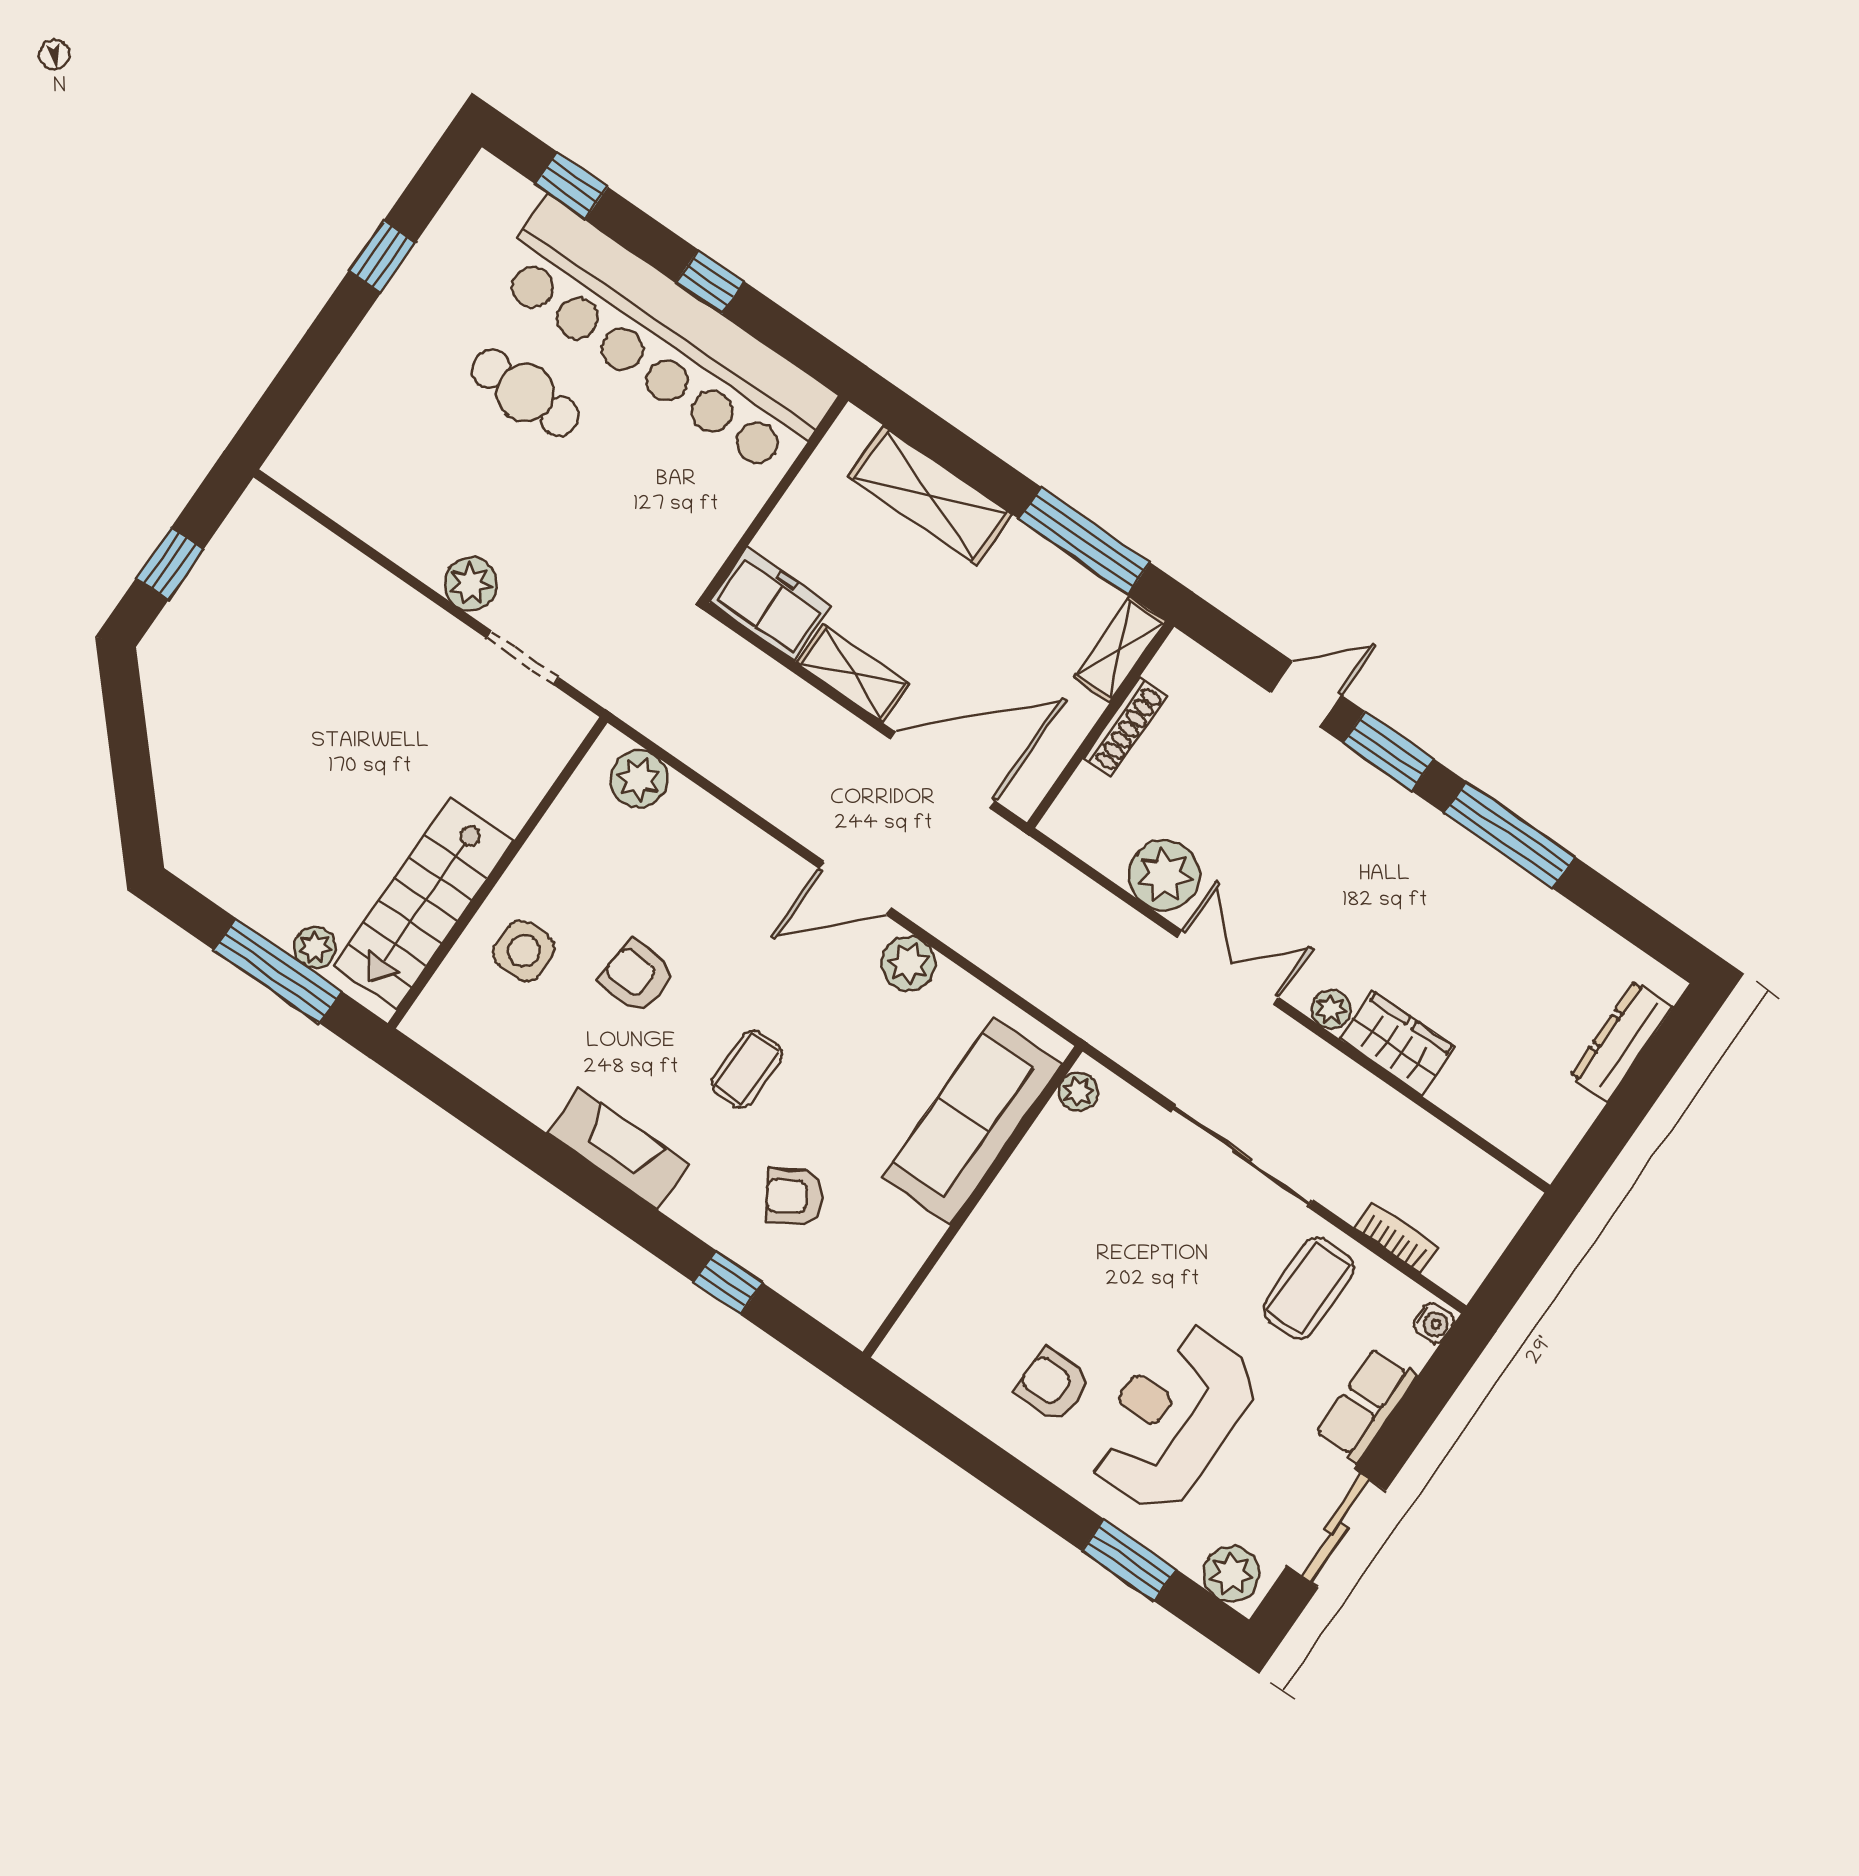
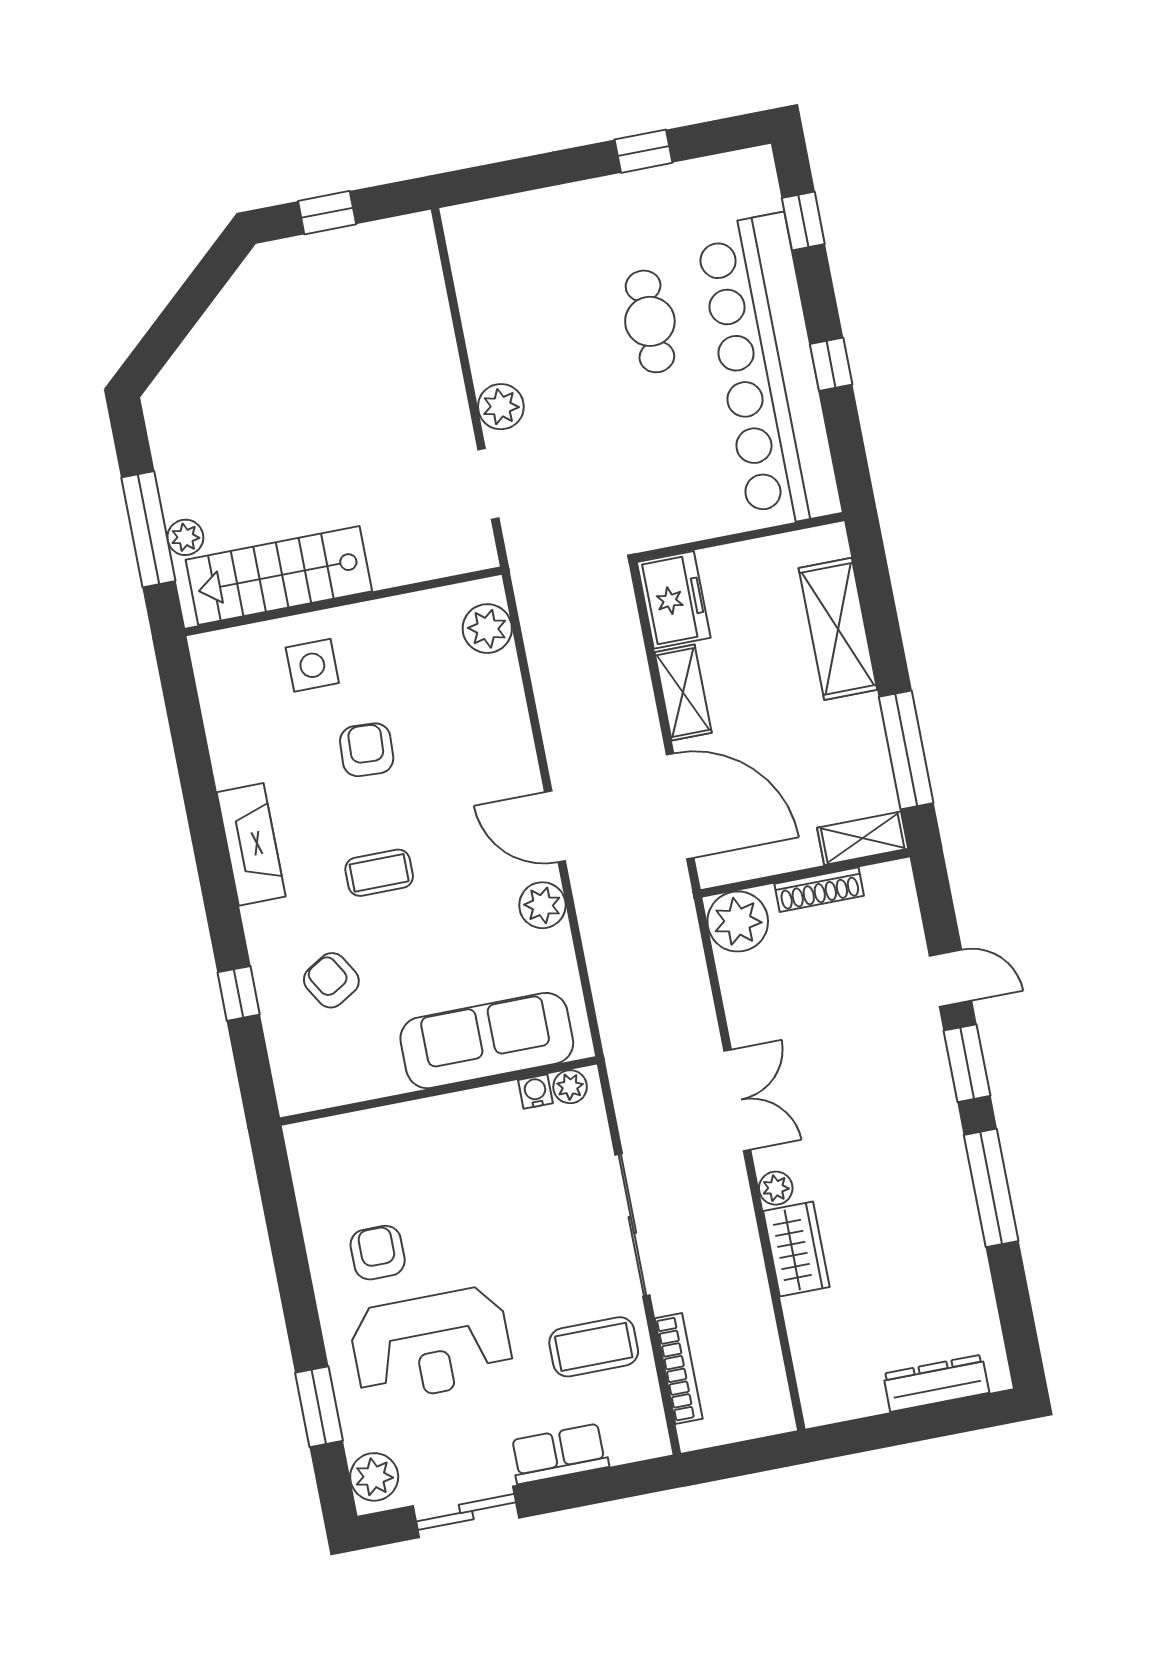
plant: (1164, 875) -> (738, 921), moved
bookcase: (1396, 1237) -> (679, 1368), width x1.56
water cooler: (1434, 1323) -> (535, 1092), moved, turned 180
reception desk: (1172, 1418) -> (431, 1345), turned 180

